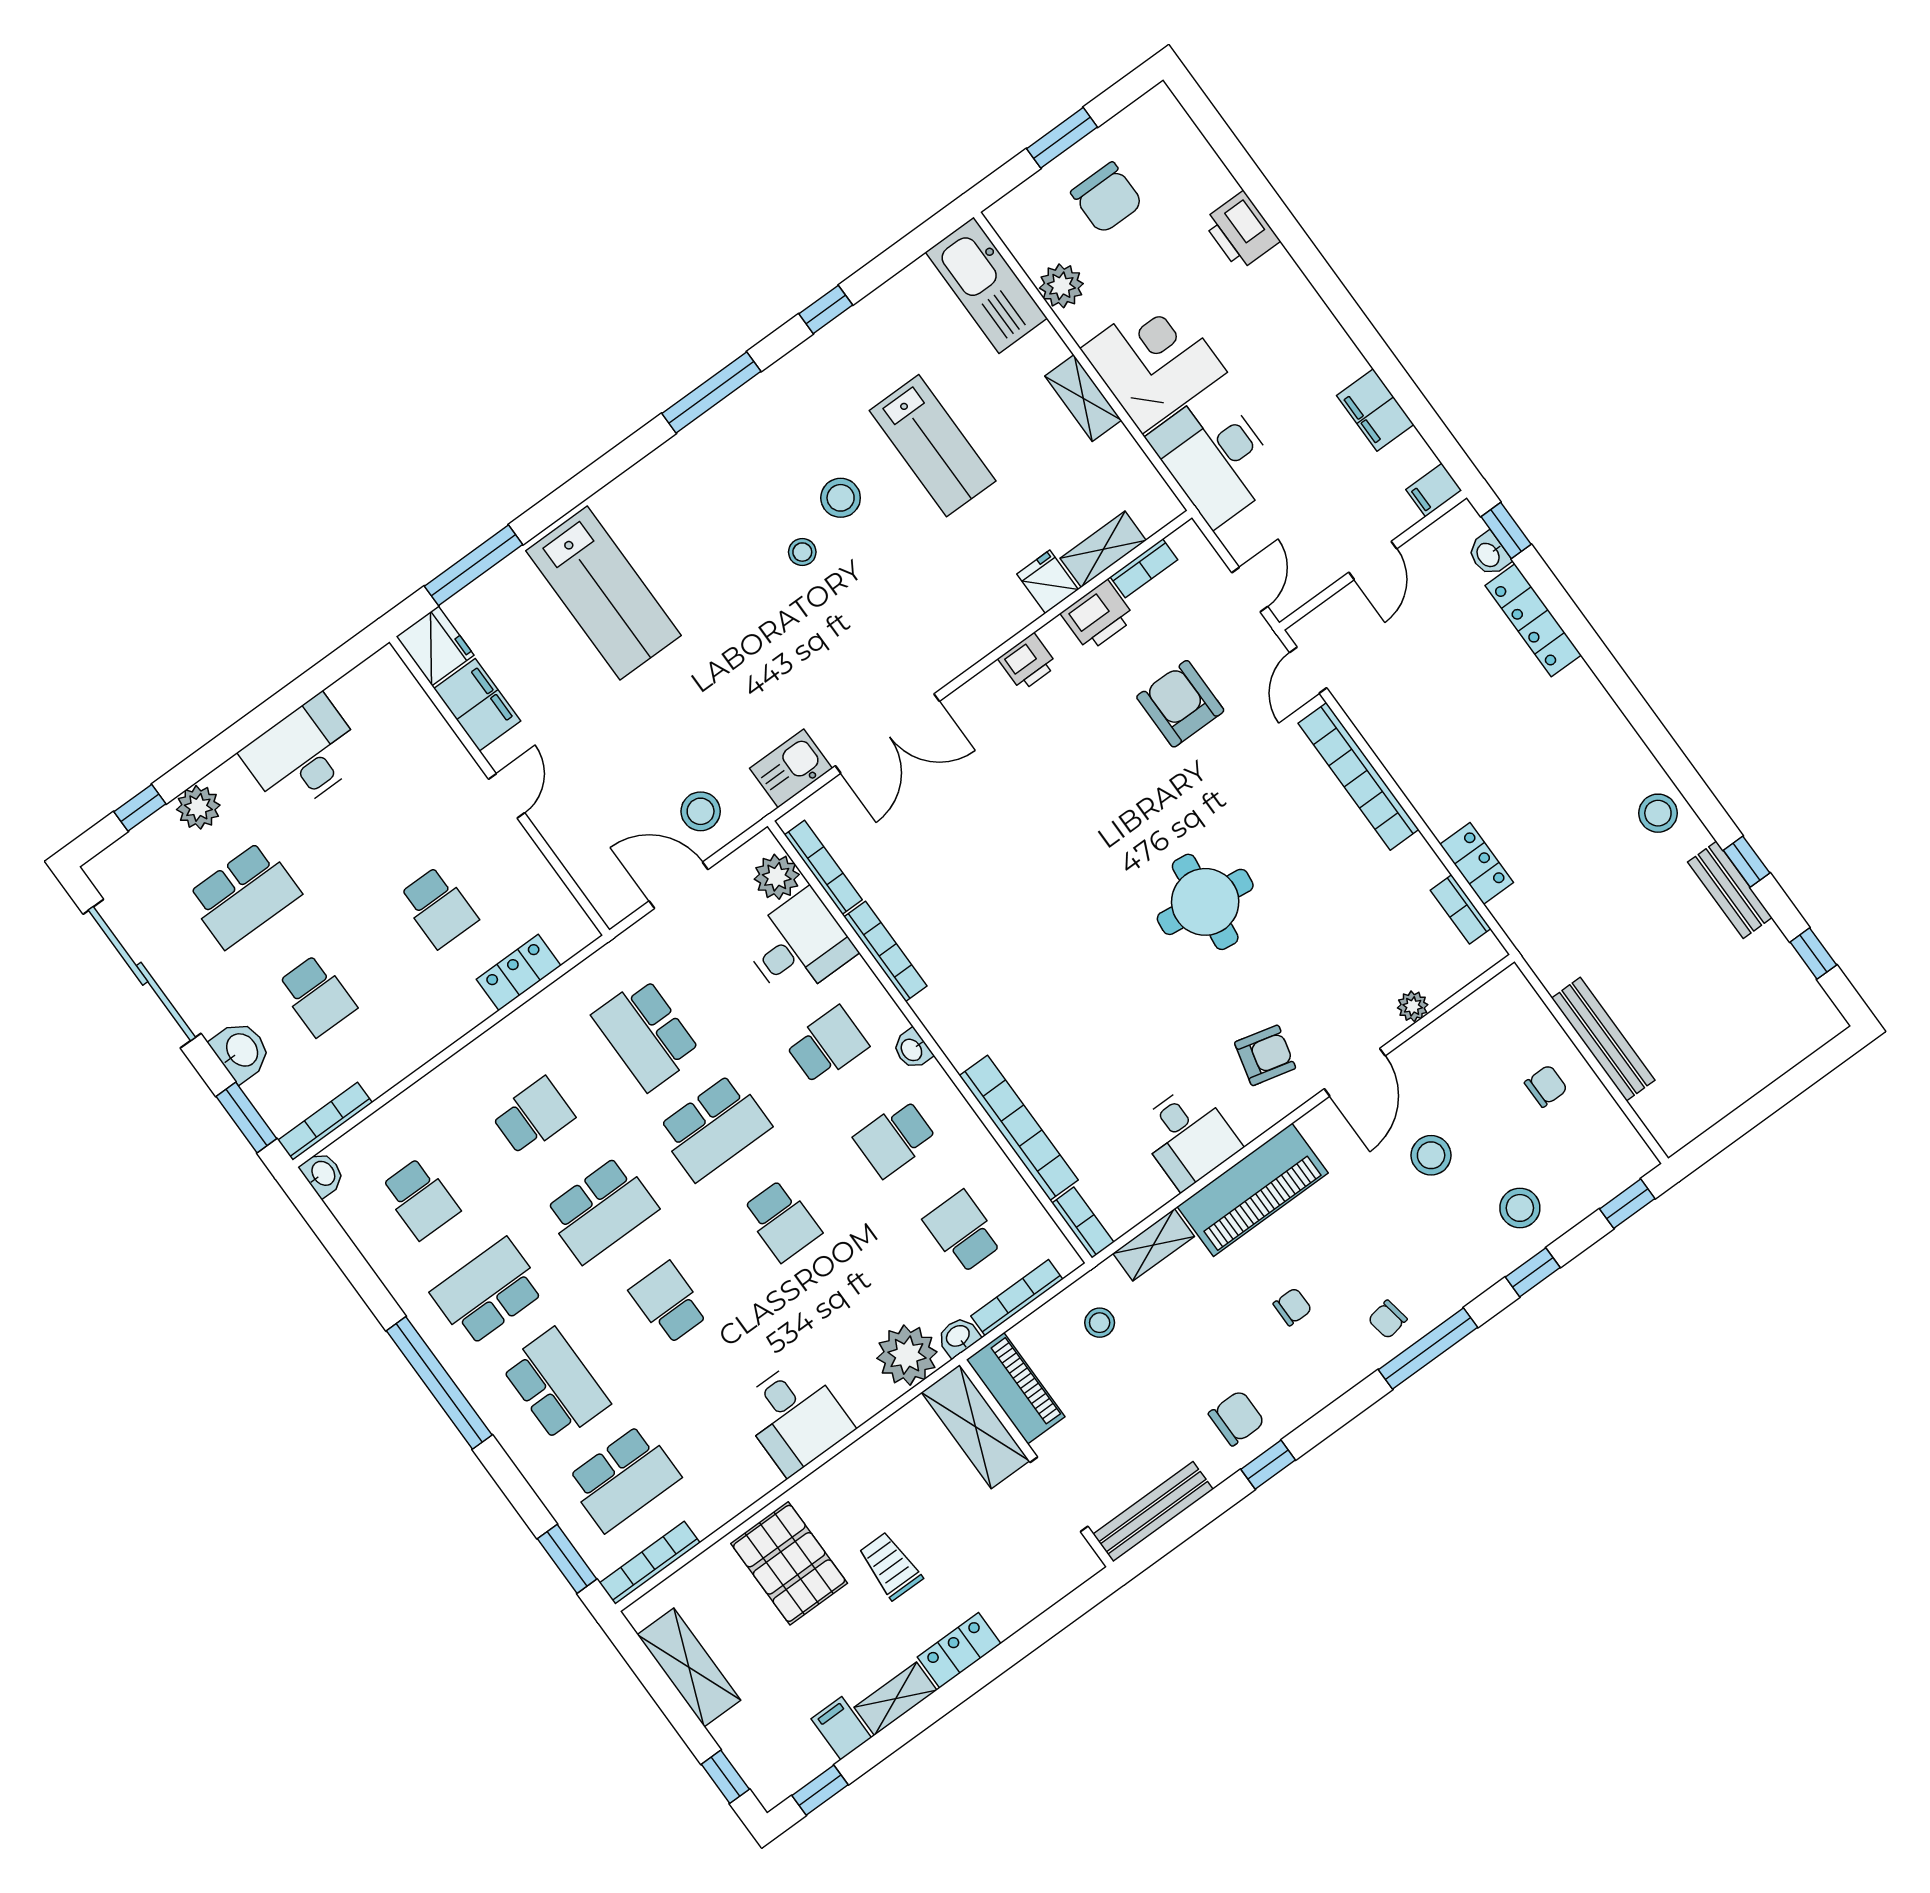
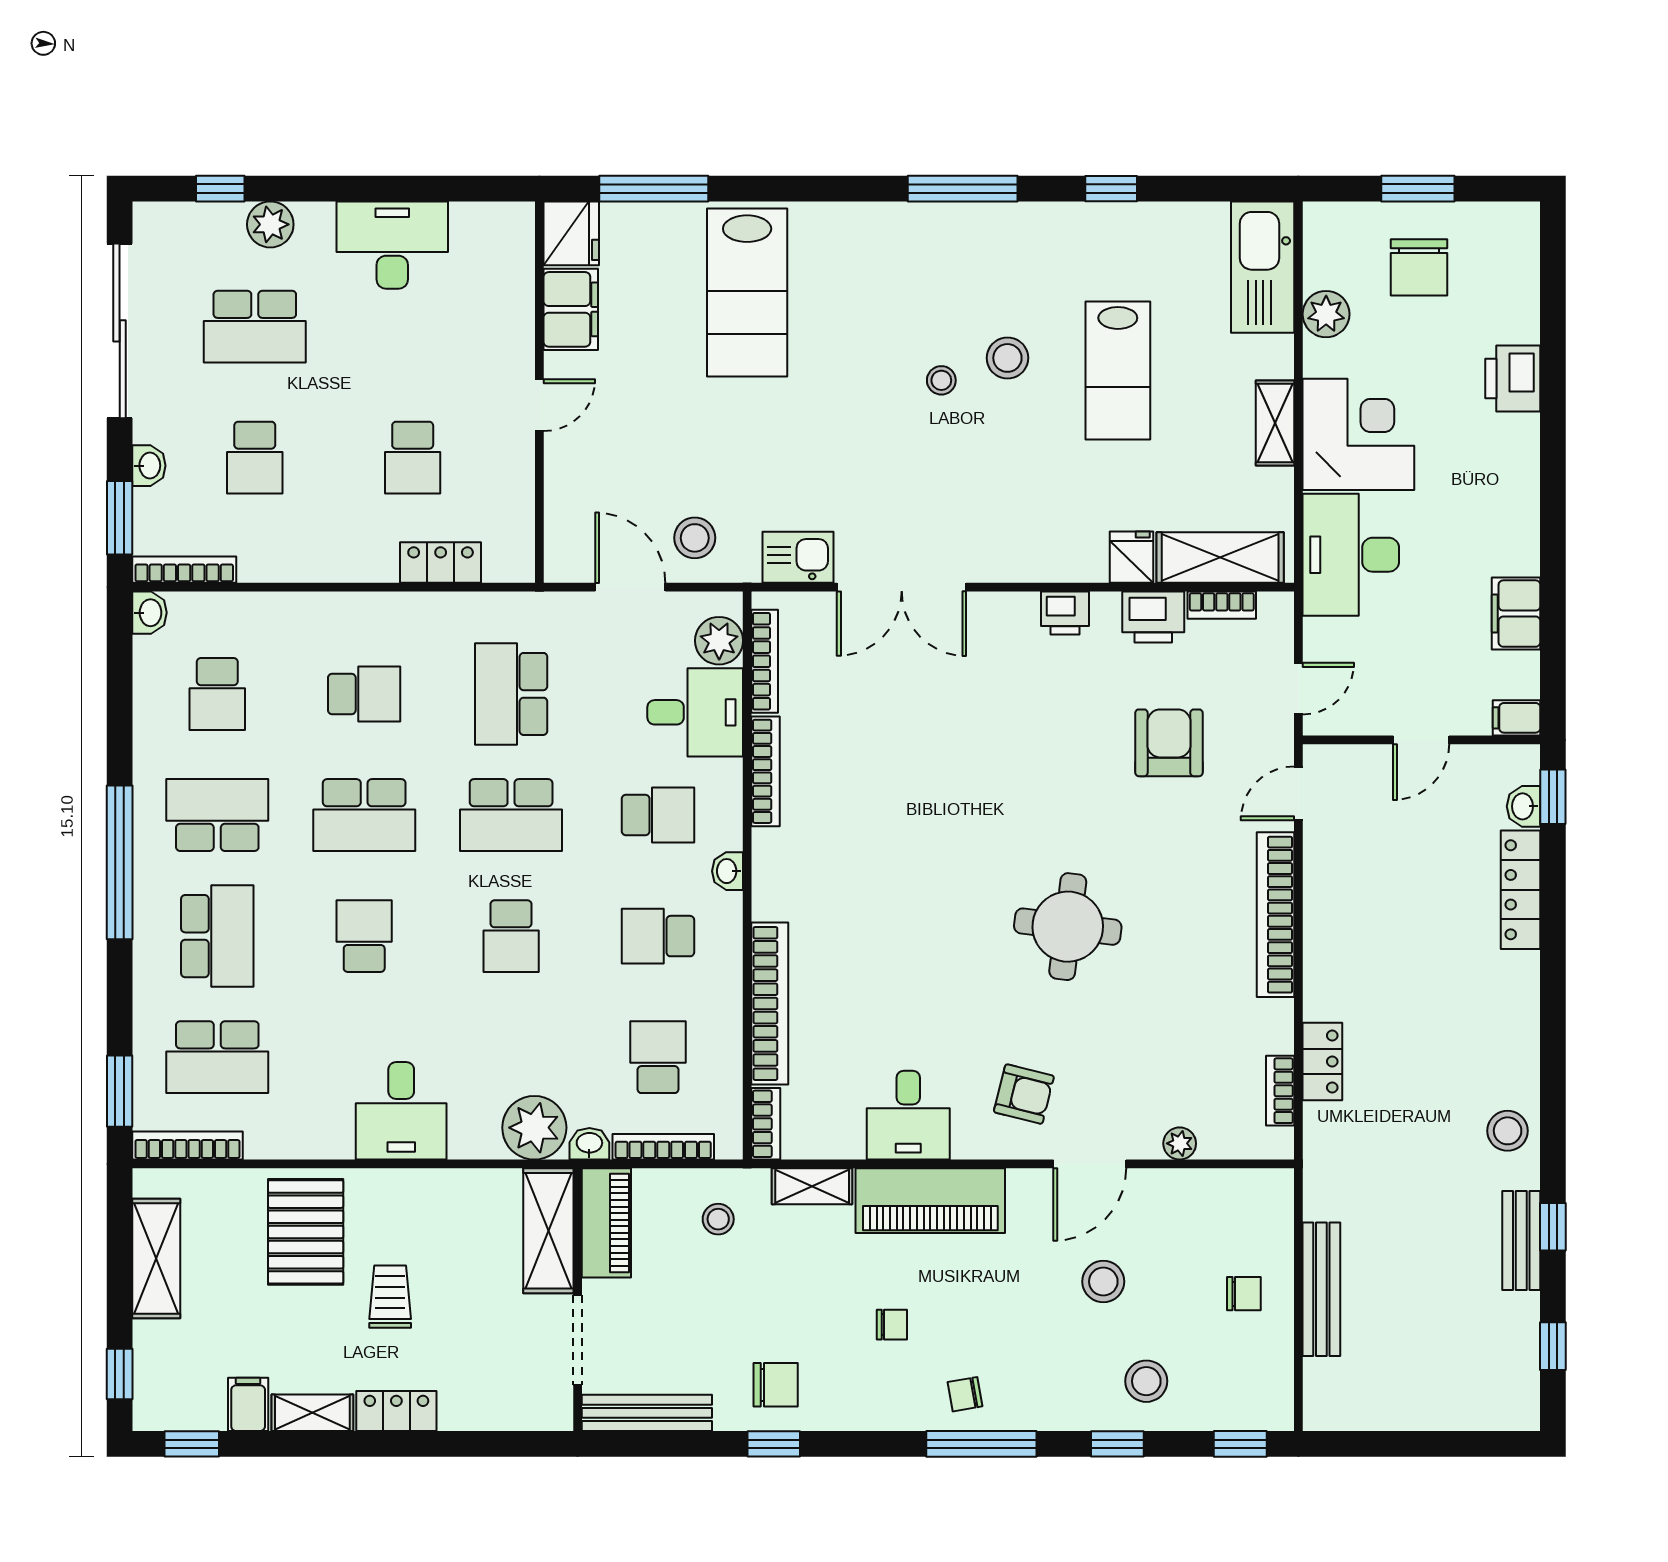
shelving: (1103, 549) -> (1220, 558), width x1.50, depth x1.33
washbasin: (241, 1051) -> (149, 466), width x0.72, depth x0.69

